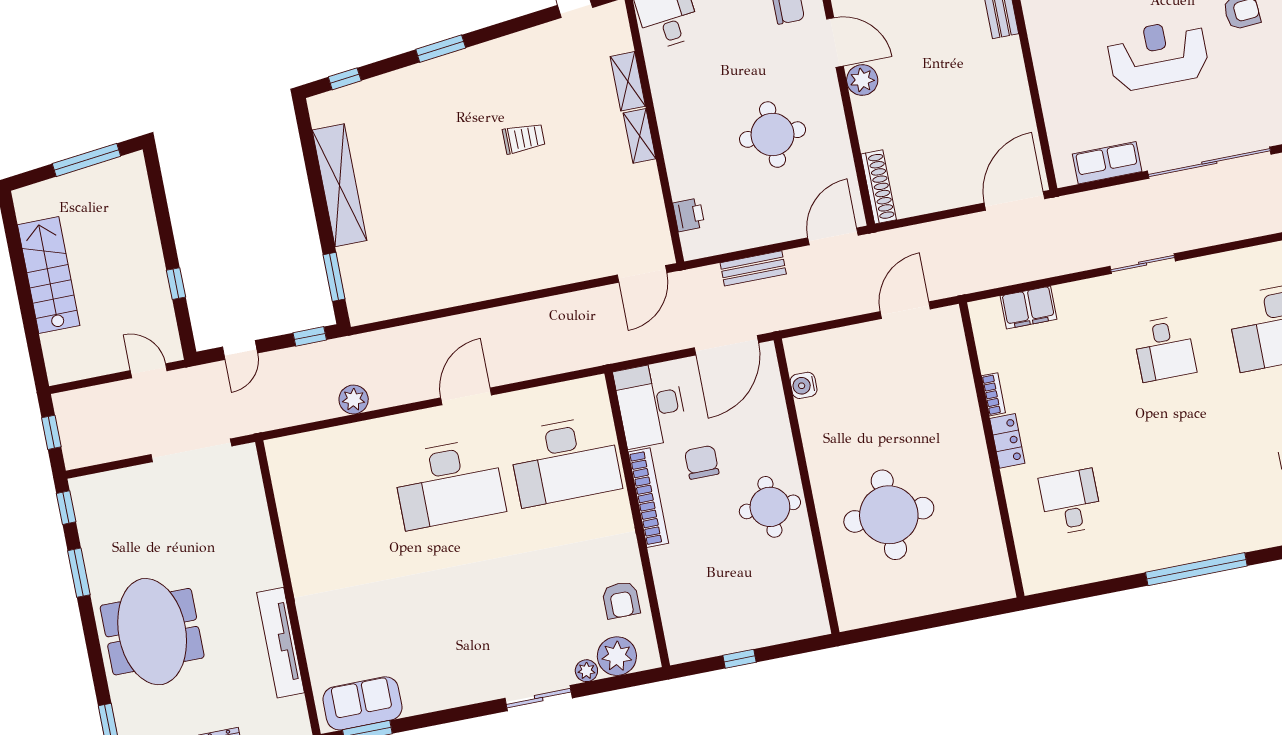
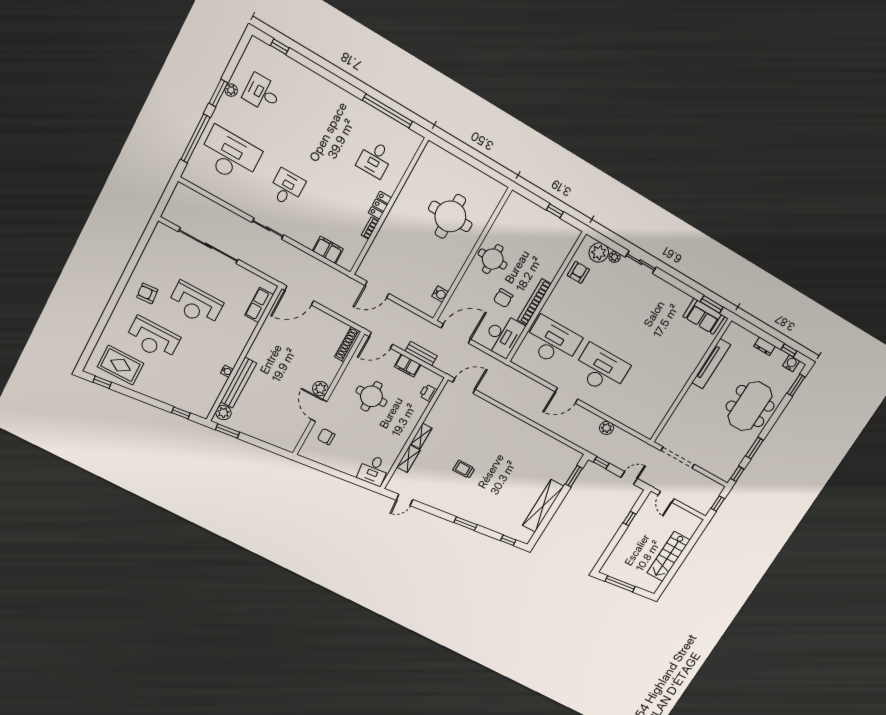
row of seats: (1107, 163) -> (259, 305), moved, turned 90
filing cabinet: (758, 232) -> (407, 366), added
window: (1196, 569) -> (388, 111), moved

